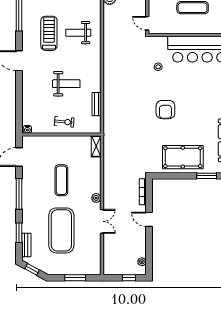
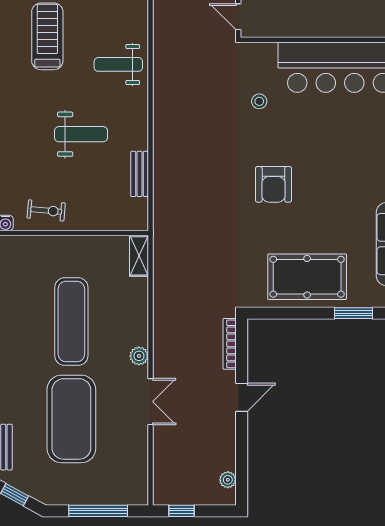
weight bench: (78, 33) -> (118, 64), moved
exercise bike: (64, 122) -> (46, 210), moved
exercise mat: (61, 180) -> (71, 322), width x1.36, depth x1.45
door: (149, 219) -> (242, 397), swing flipped
window: (75, 278) -> (98, 511), width x1.44
window: (129, 278) -> (181, 511), moved

